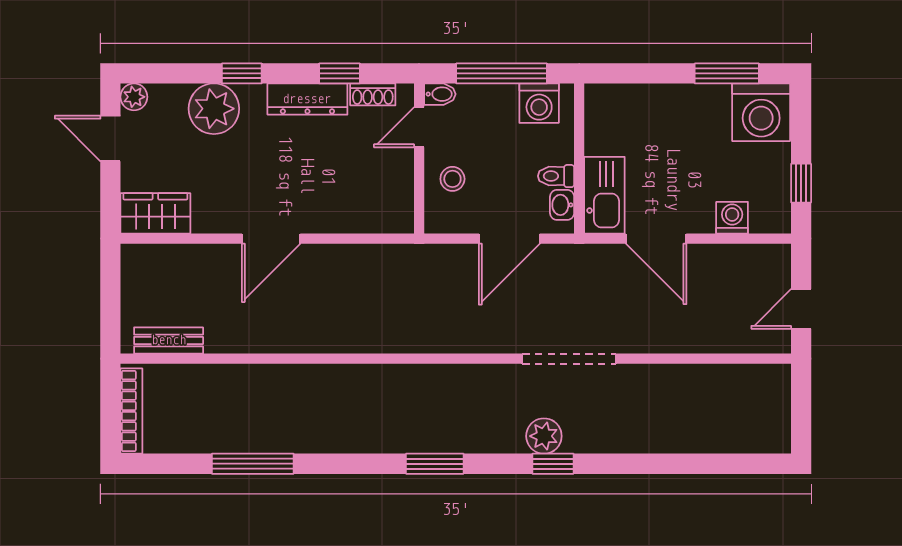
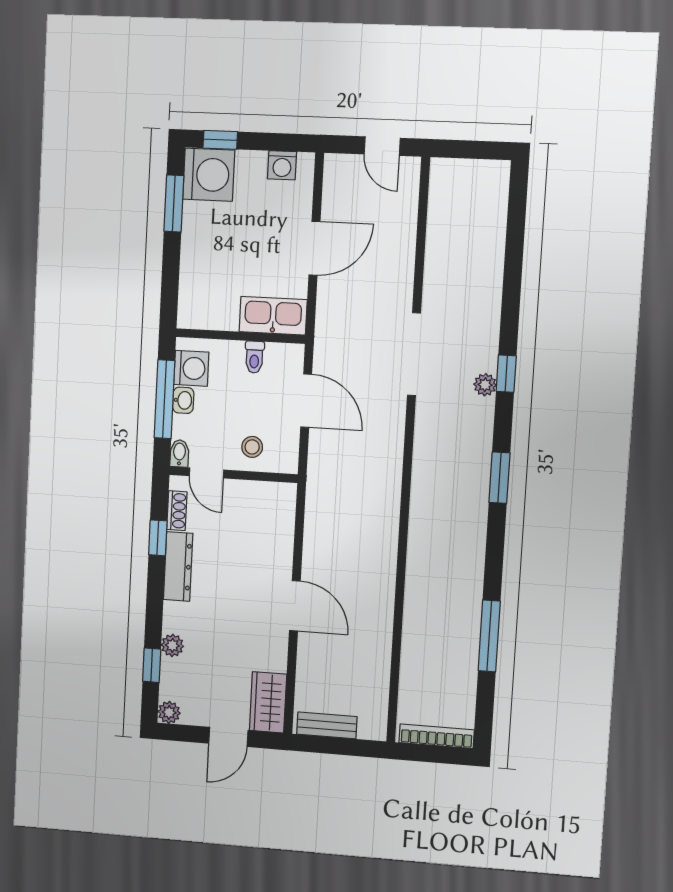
window: (242, 73) -> (152, 665), moved
plant: (214, 109) -> (172, 645), width x0.53, depth x0.53
door: (110, 139) -> (228, 737), moved
window: (801, 183) -> (220, 140), moved
washbasin: (562, 205) -> (183, 400), moved, turned -90
washing machine: (732, 218) -> (282, 165), moved, turned -90
door: (656, 239) -> (315, 248), moved
bench: (169, 340) -> (327, 725), moved, turned 90
plant: (544, 436) -> (485, 385), width x0.73, depth x0.73

